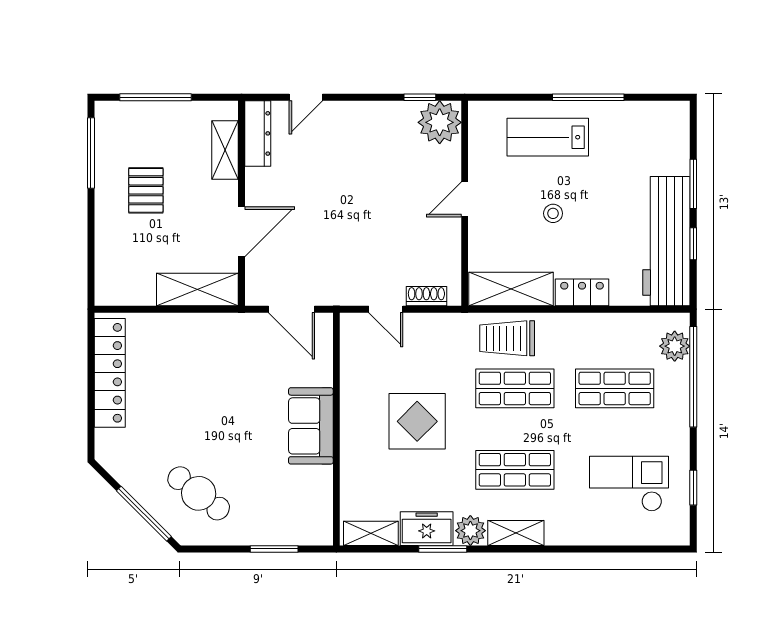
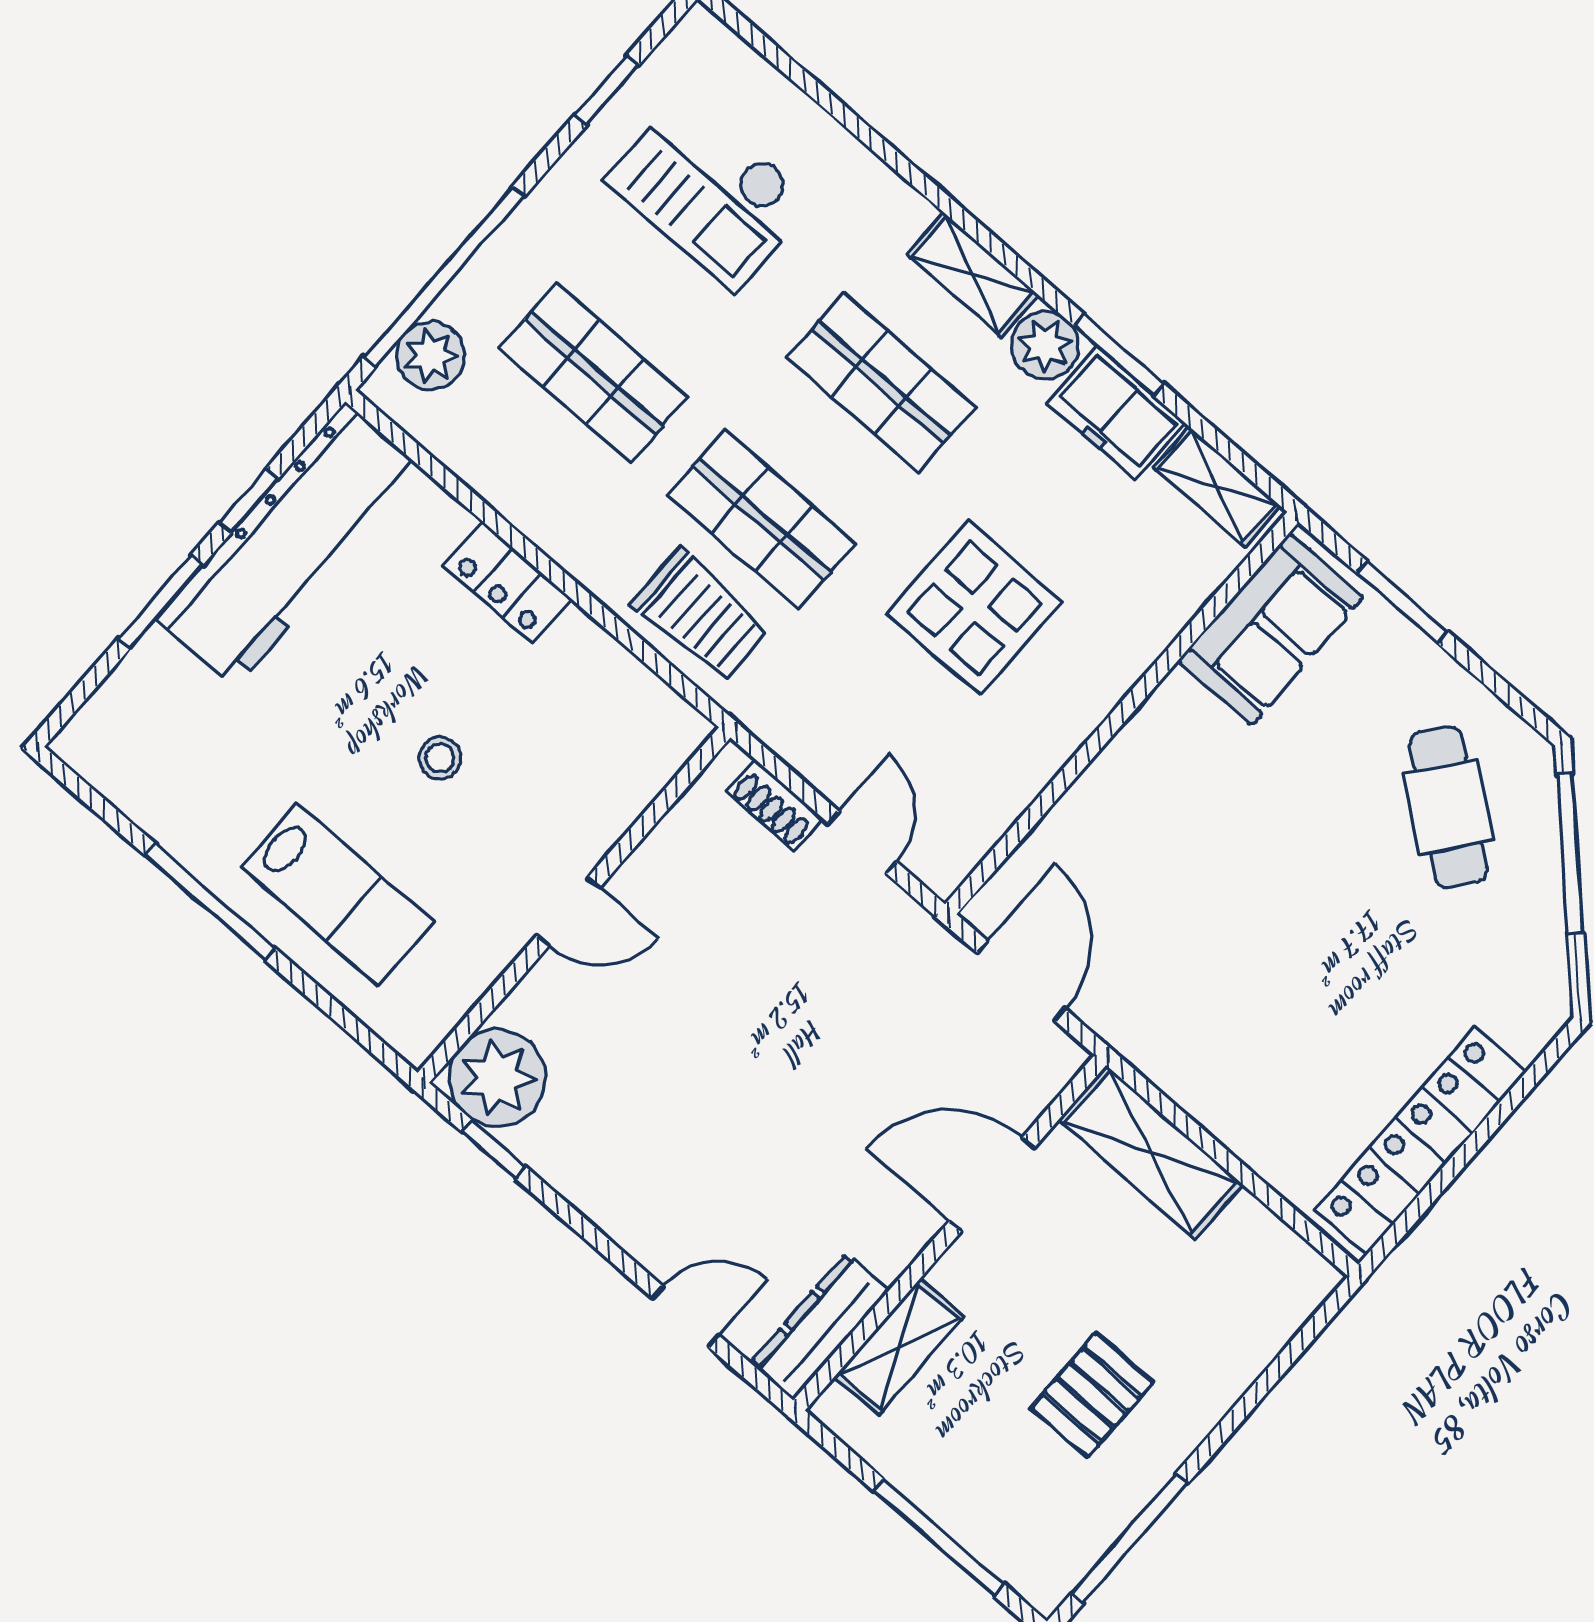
shelving: (511, 289) -> (622, 692), removed
sofa: (311, 426) -> (1271, 629), moved

